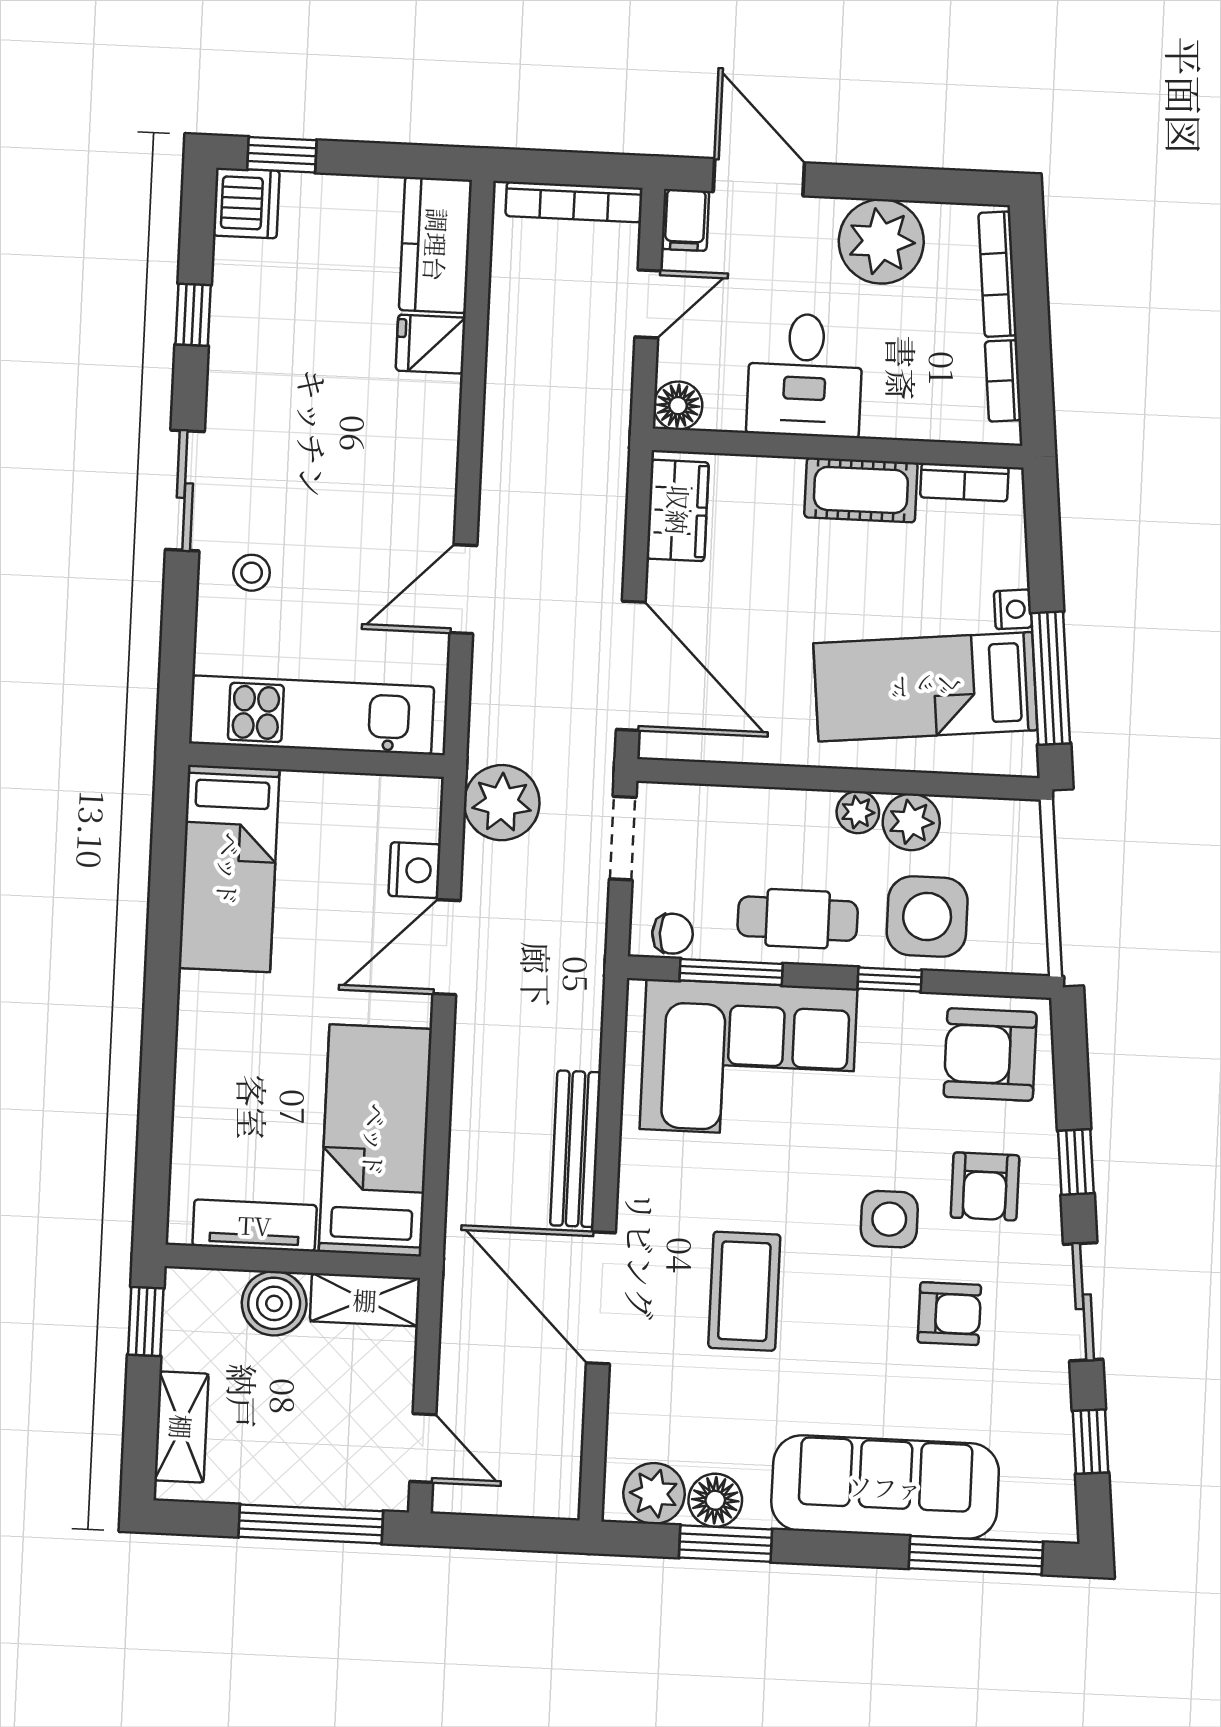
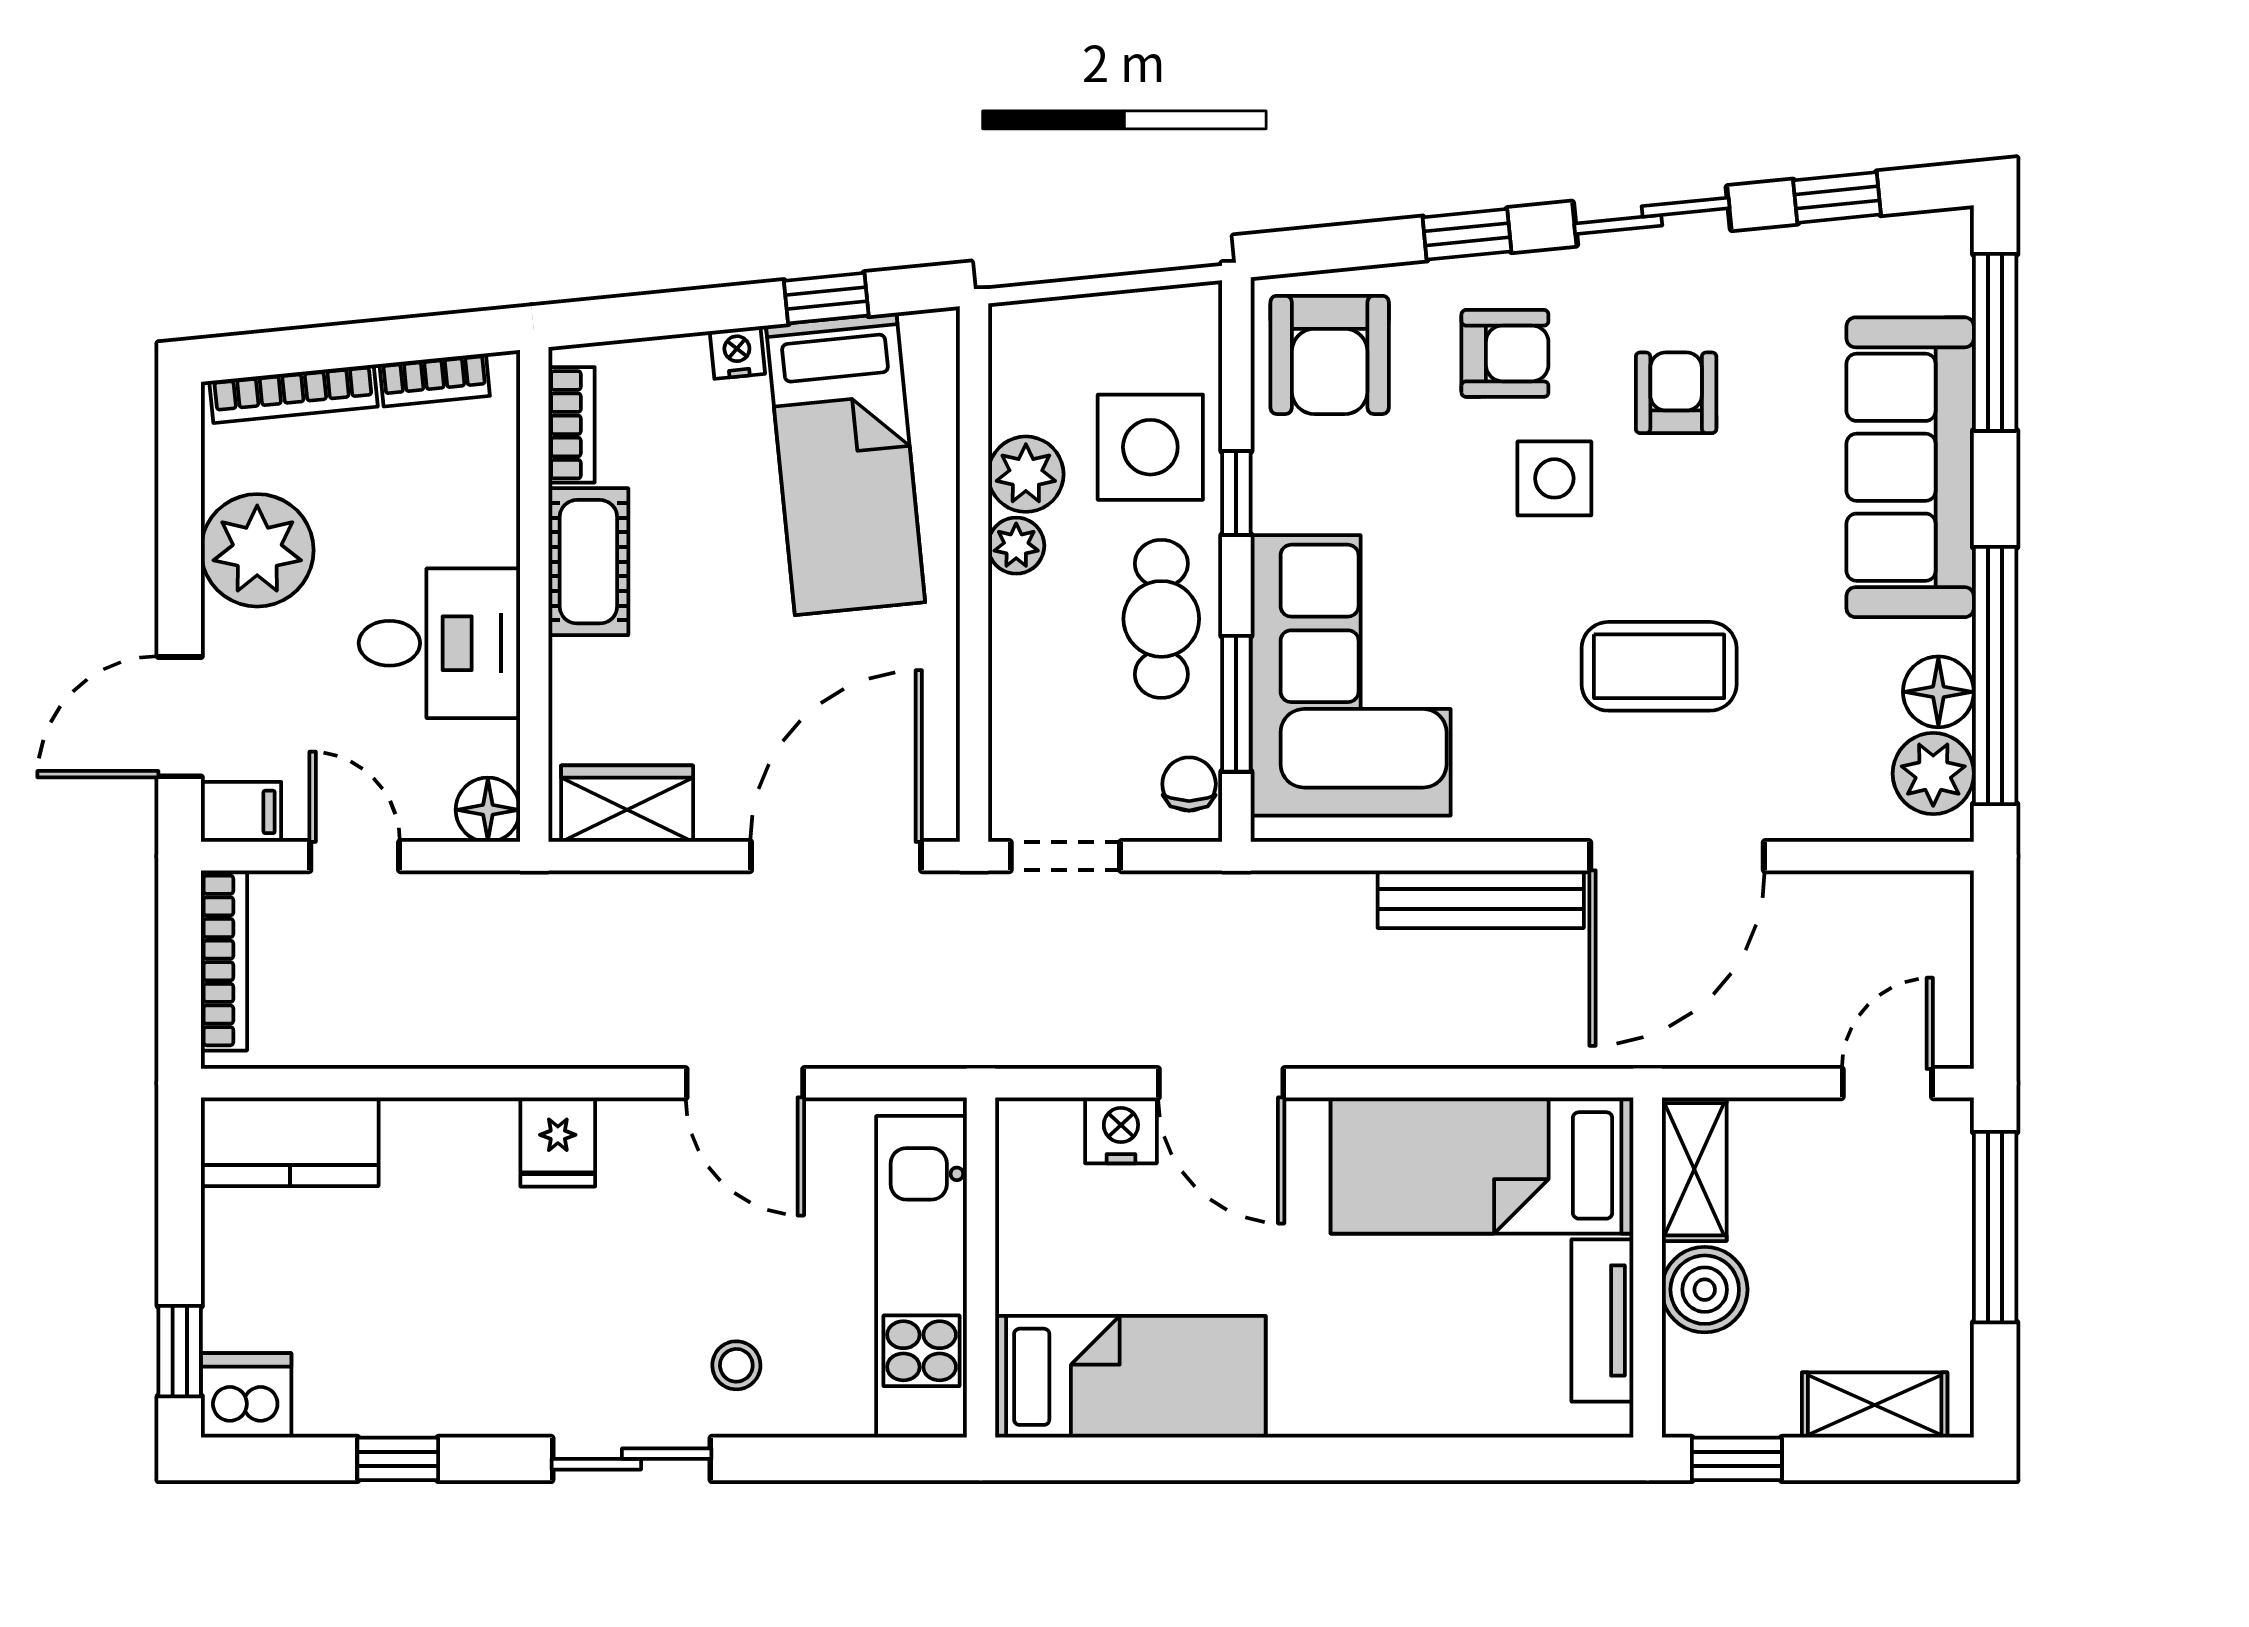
fridge: (431, 344) -> (558, 1142), moved
window: (1051, 678) -> (826, 298), width x0.46
plant: (502, 803) -> (1026, 1019), removed
window: (725, 1543) -> (1995, 676), width x2.11

